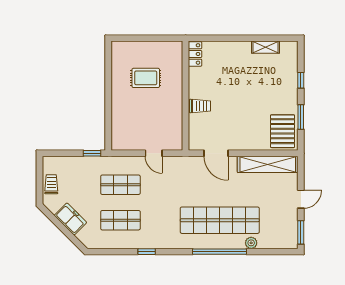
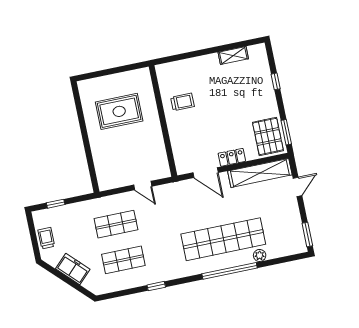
locker: (195, 54) -> (232, 157), moved, turned -90
rug: (146, 78) -> (119, 111), width x1.36, depth x1.43
trolley: (200, 106) -> (183, 102), moved
window: (301, 117) -> (286, 132), moved
window: (92, 153) -> (56, 204), moved
door: (301, 199) -> (297, 187), moved

